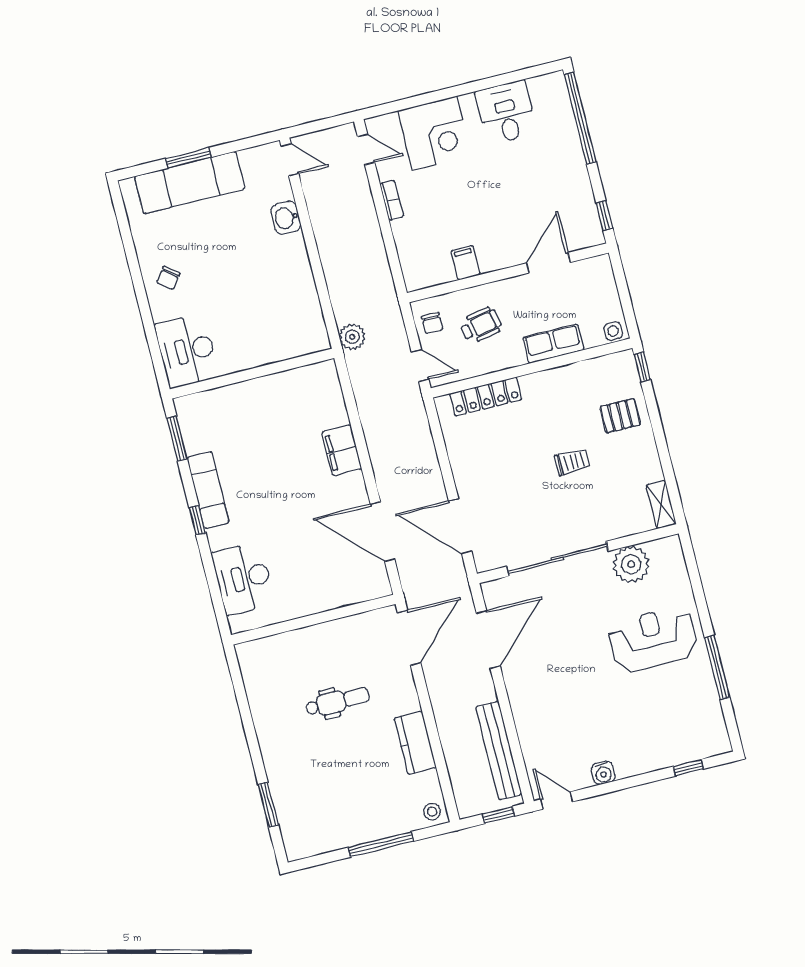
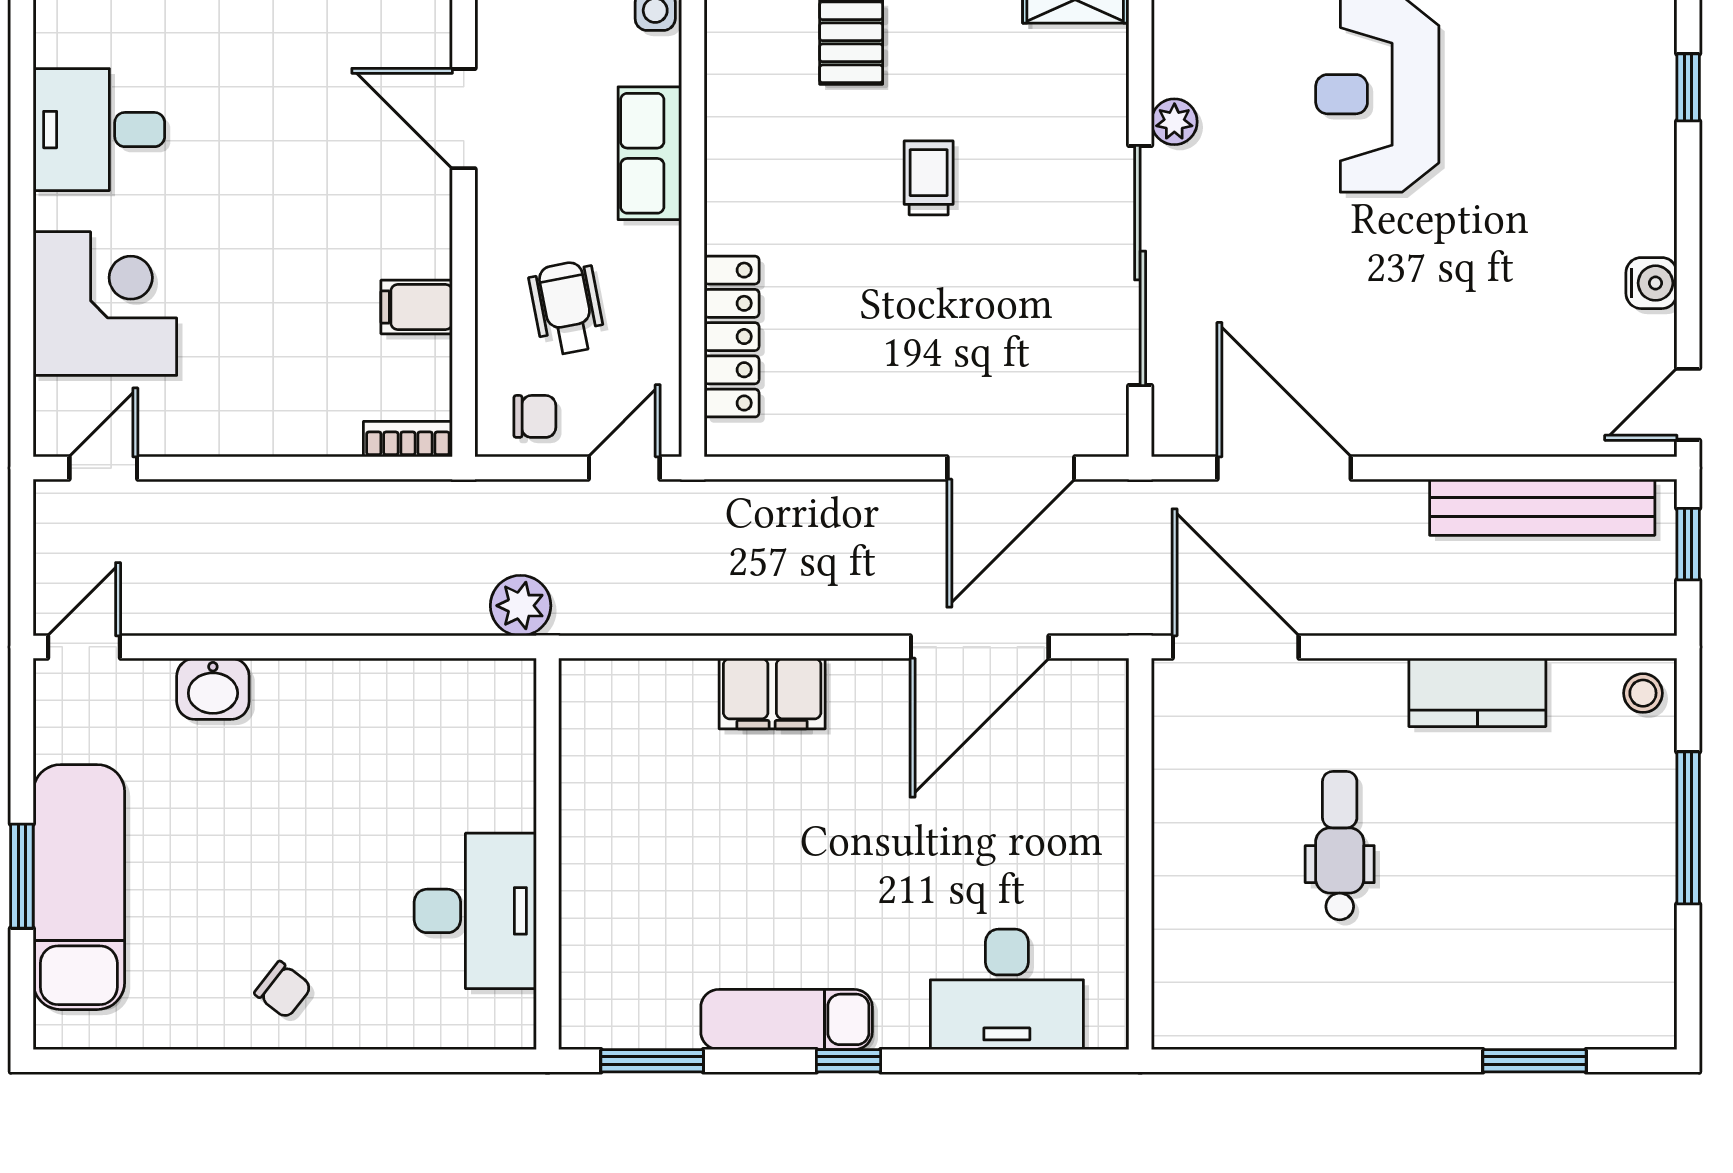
bookcase: (392, 200) -> (408, 439), moved
desk: (187, 351) -> (475, 911), moved, turned -90
plant: (631, 564) -> (1174, 122), width x0.53, depth x0.53

